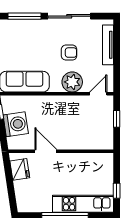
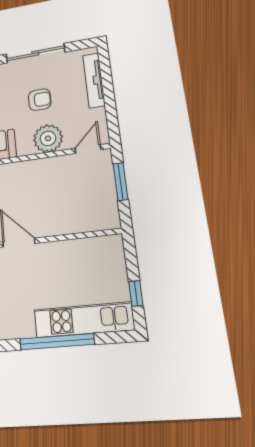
window: (117, 119) -> (121, 182), width x1.50

